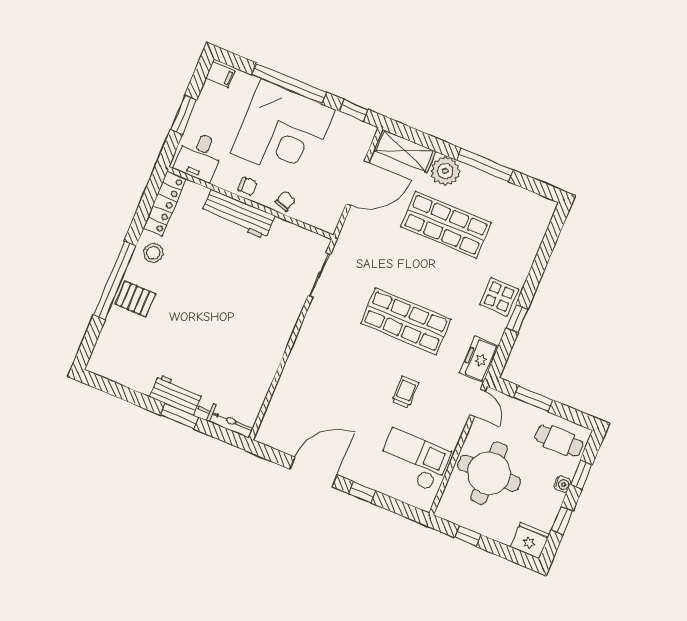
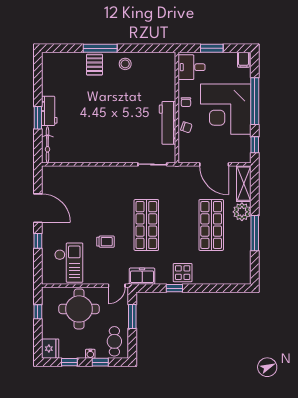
locker: (165, 203) -> (156, 59), removed
workbench: (238, 214) -> (168, 123), moved
window: (115, 281) -> (100, 48), width x0.68

